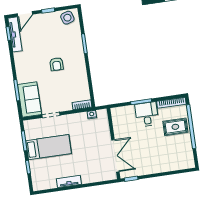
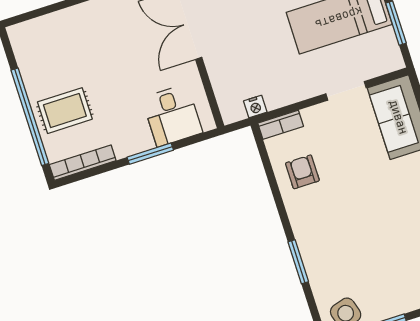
armchair: (57, 64) -> (302, 172), moved
desk: (147, 114) -> (172, 115), moved

